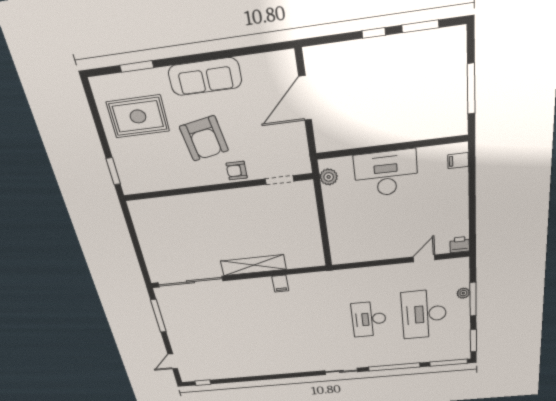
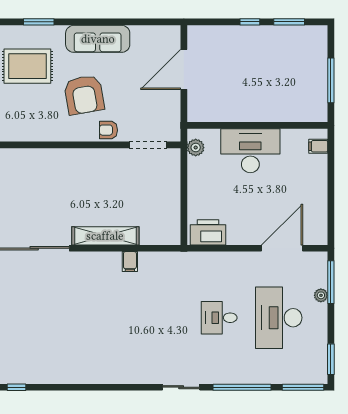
doorway: (279, 180) -> (148, 145), width x1.38
printer: (460, 245) -> (208, 232), moved, width x1.87, depth x1.48
door: (424, 258) -> (282, 248), width x1.88
window: (473, 299) -> (331, 282), moved
desk: (369, 319) -> (219, 318), width x0.73

